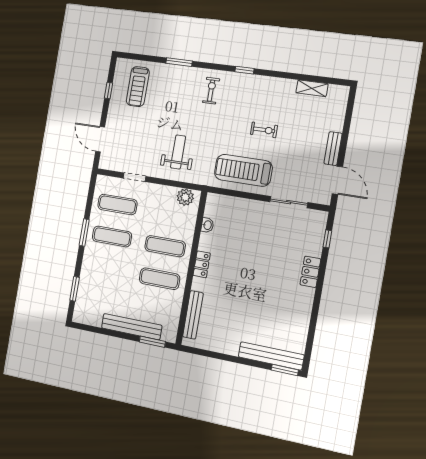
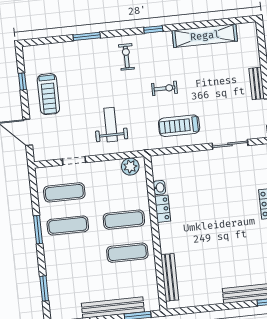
treadmill: (138, 87) -> (48, 94), moved
shelving: (312, 88) -> (205, 36), width x2.20, depth x1.33
exercise bike: (264, 130) -> (165, 88), moved
treadmill: (243, 170) -> (179, 126), width x0.73, depth x0.73
locker: (202, 264) -> (163, 209), moved

